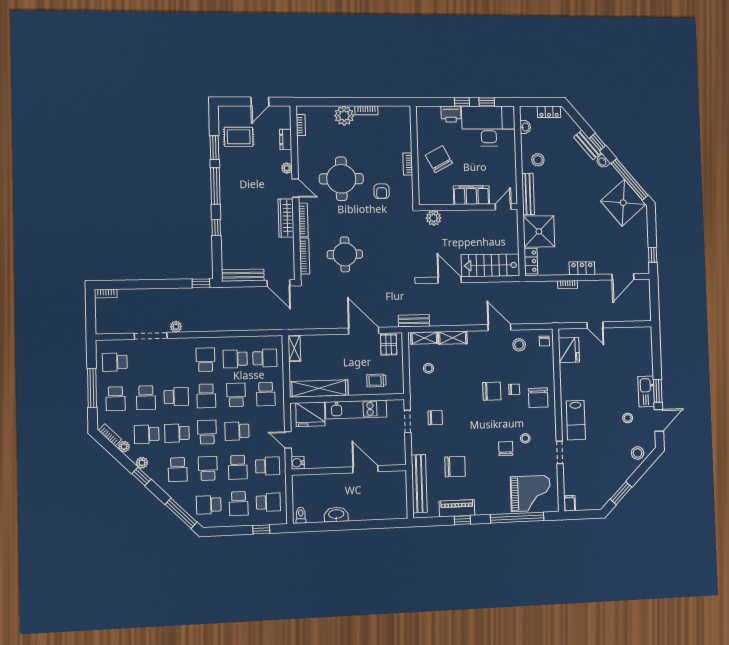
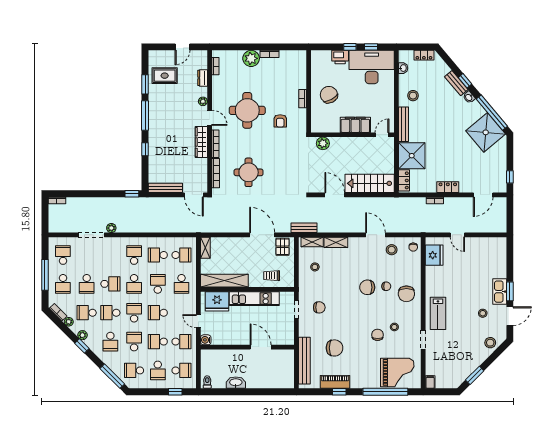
school desk: (115, 362) -> (63, 255), turned 90
chair: (492, 391) -> (367, 287), turned 180
school desk: (238, 467) -> (158, 342), turned 90

